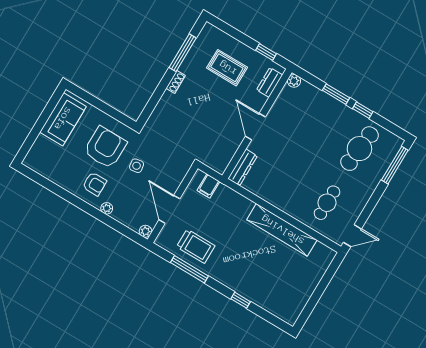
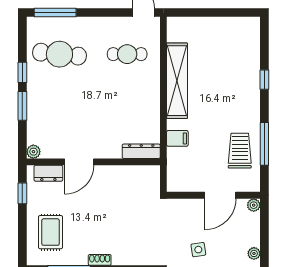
rug: (227, 68) -> (51, 232), moved
door: (255, 127) -> (79, 162), moved
filing cabinet: (208, 186) -> (177, 138), moved

